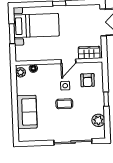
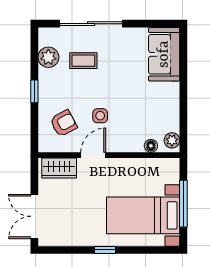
window: (12, 34) -> (183, 204), width x1.44
armchair: (88, 80) -> (63, 123), turned 62
coffee table: (64, 104) -> (83, 61), moved
sofa: (27, 112) -> (164, 54), moved

